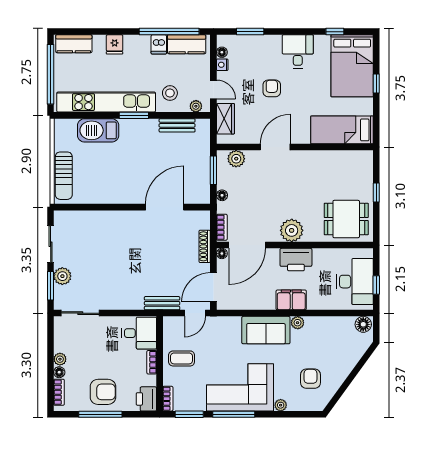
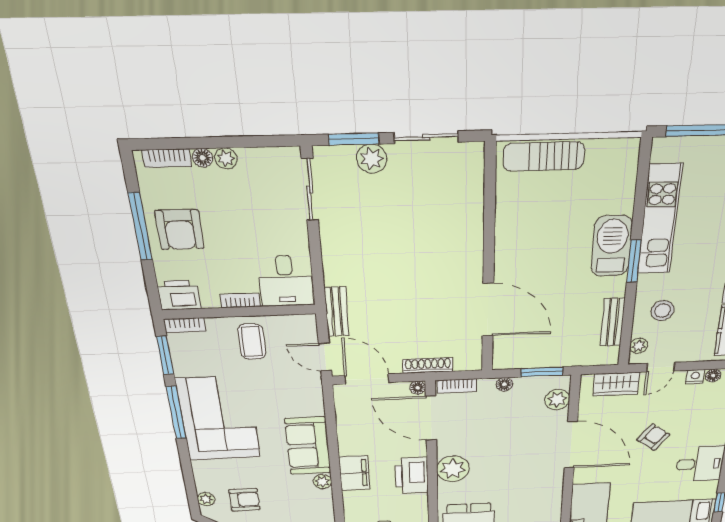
armchair: (272, 88) -> (653, 437), turned -53
kitchen unit: (106, 102) -> (659, 220), width x0.73
barbecue: (98, 130) -> (612, 246), moved
door: (275, 147) -> (571, 445), width x1.36
plant: (281, 405) -> (206, 499), moved

